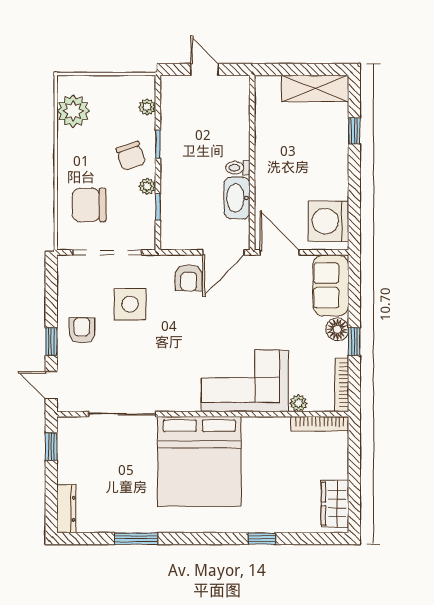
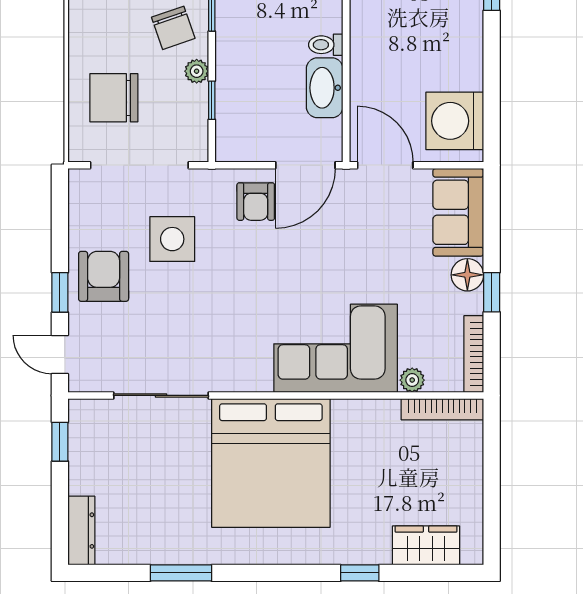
armchair: (82, 330) -> (104, 276), width x1.38, depth x1.38
wardrobe: (335, 504) -> (426, 545), moved, turned 90

